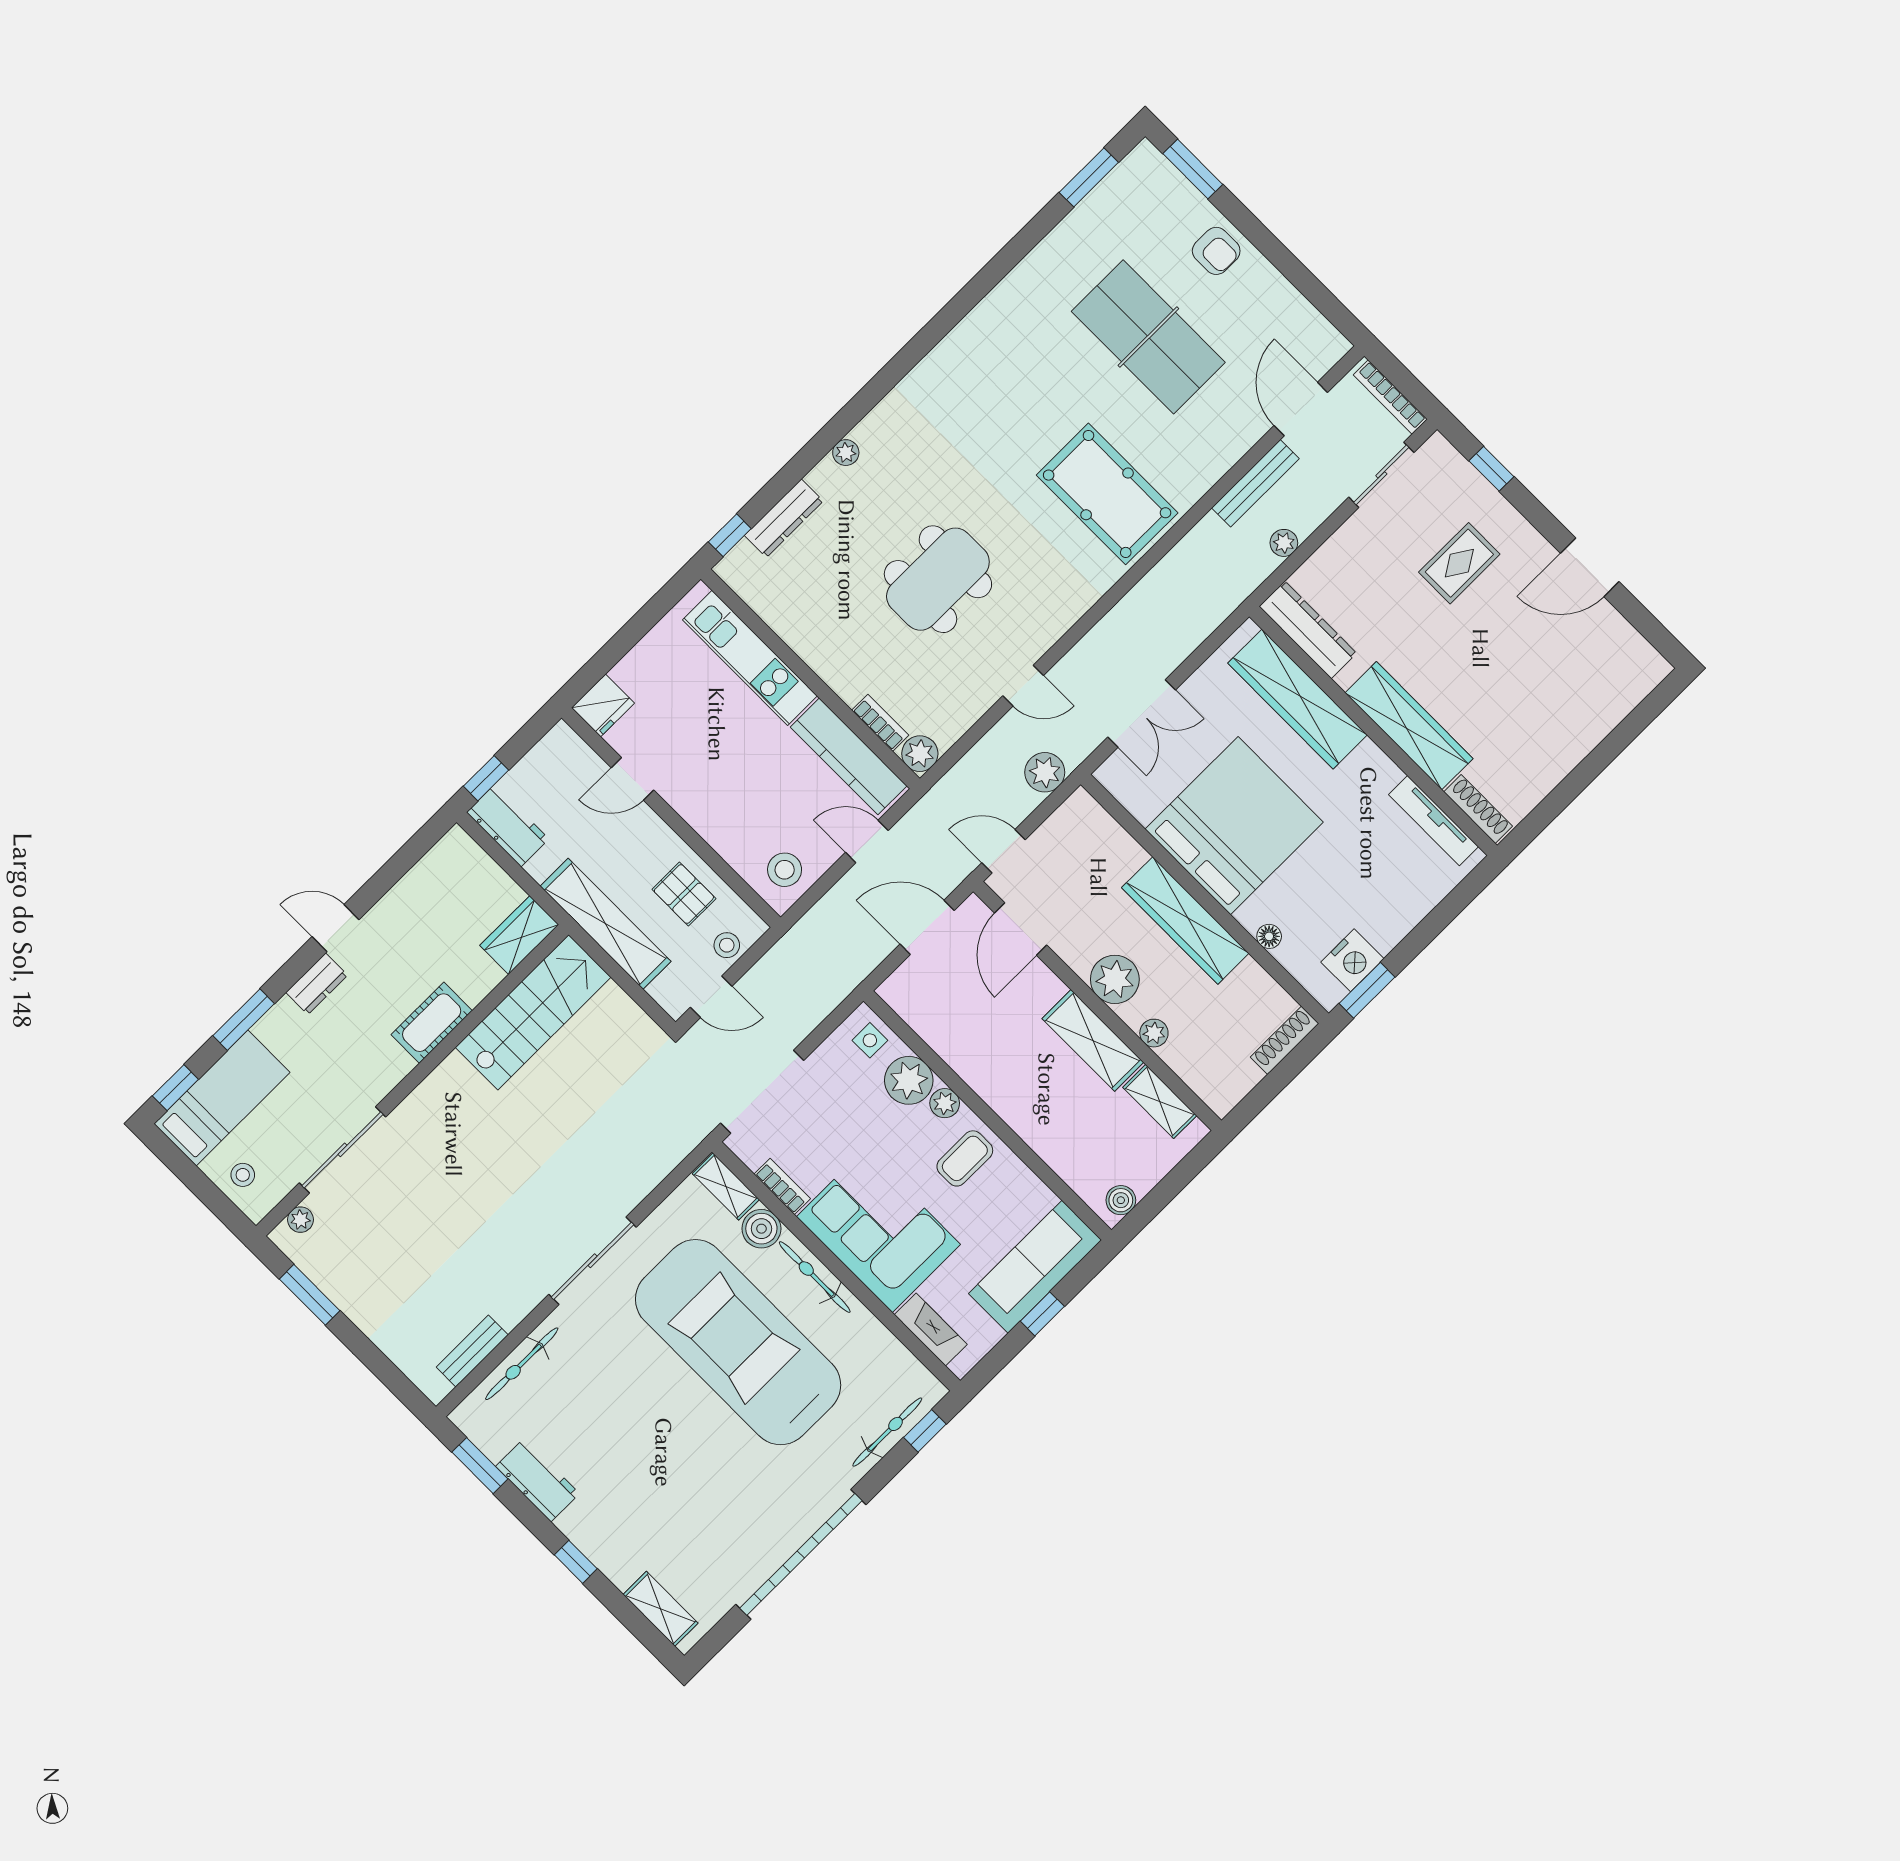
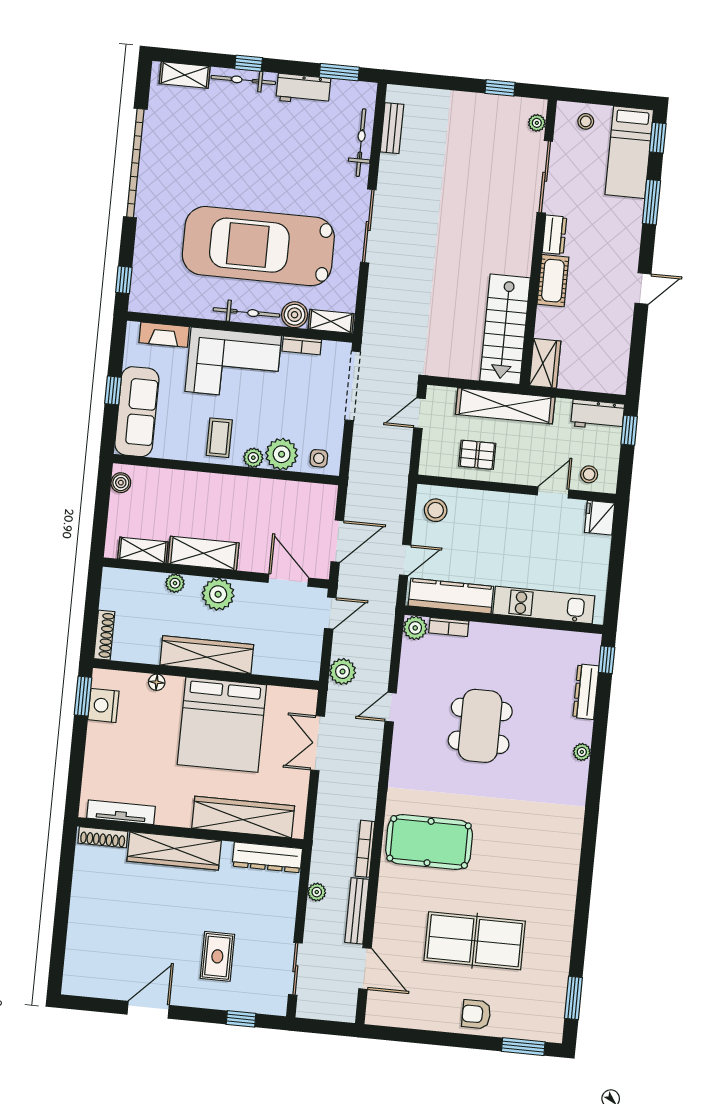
bookcase: (1390, 397) -> (365, 849), moved, turned -90
stool: (727, 945) -> (589, 474), moved
dresser: (317, 984) -> (554, 235), moved, turned 180
window: (310, 1295) -> (500, 88), width x0.67
car: (738, 1342) -> (258, 246), turned 180
bicycle: (887, 1432) -> (243, 80), moved, turned 90

